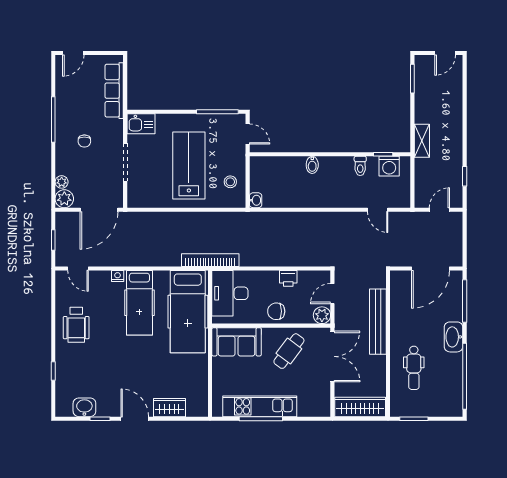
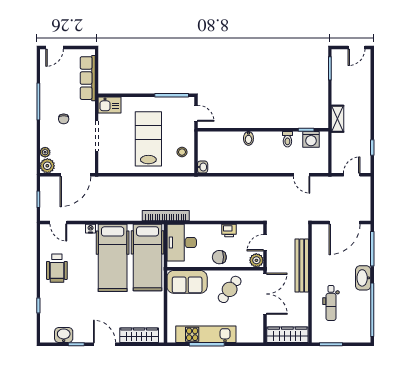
hospital bed: (139, 303) -> (113, 258), width x1.37, depth x1.29
wardrobe: (169, 408) -> (139, 335), width x1.50

